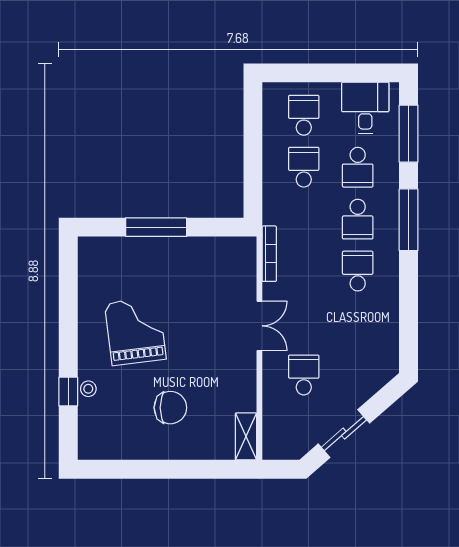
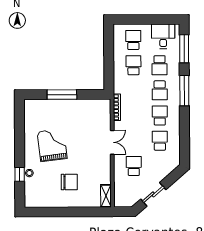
school desk: (358, 323) -> (160, 141), added

